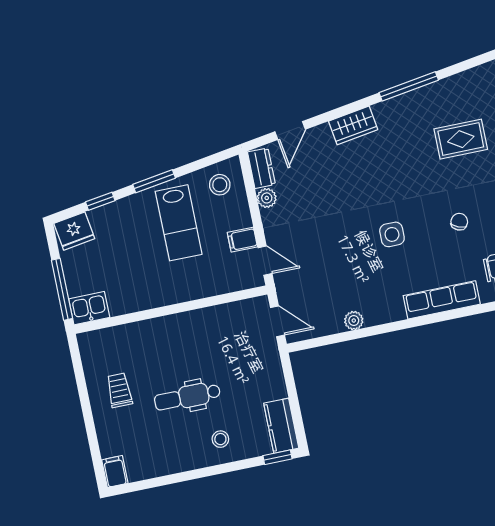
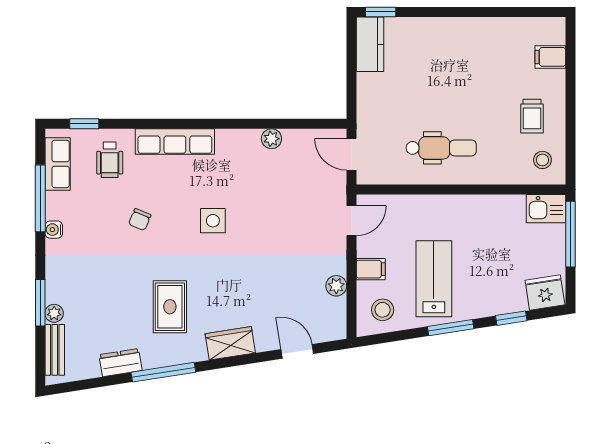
door: (290, 131) -> (297, 351), hinge flipped
rug: (461, 139) -> (170, 307), moved, turned 90
dresser: (261, 168) -> (121, 363), moved, turned 81
filing cabinet: (242, 240) -> (371, 269), moved
door: (265, 261) -> (351, 221), swing flipped
dental chair: (187, 397) -> (441, 148), moved
stool: (220, 439) -> (542, 160), moved
filing cabinet: (115, 472) -> (550, 57), moved, turned 90

